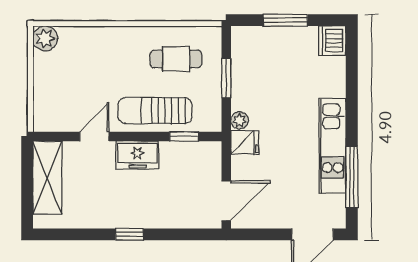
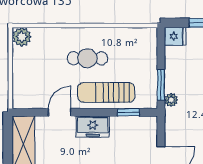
cafe table: (176, 59) -> (87, 58), moved
window: (226, 78) -> (161, 85), moved
fridge: (245, 143) -> (175, 36), moved

